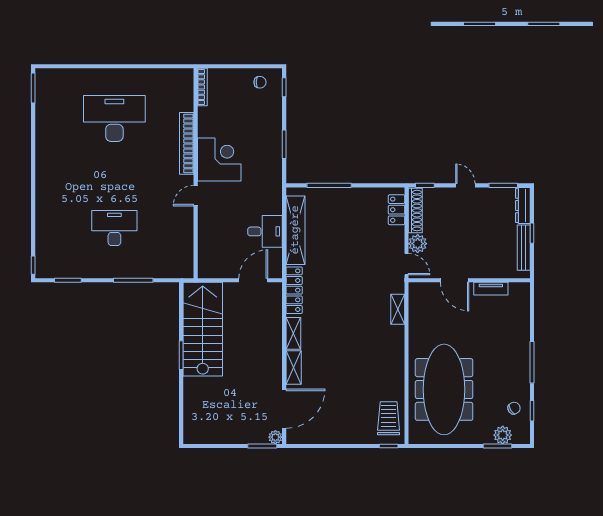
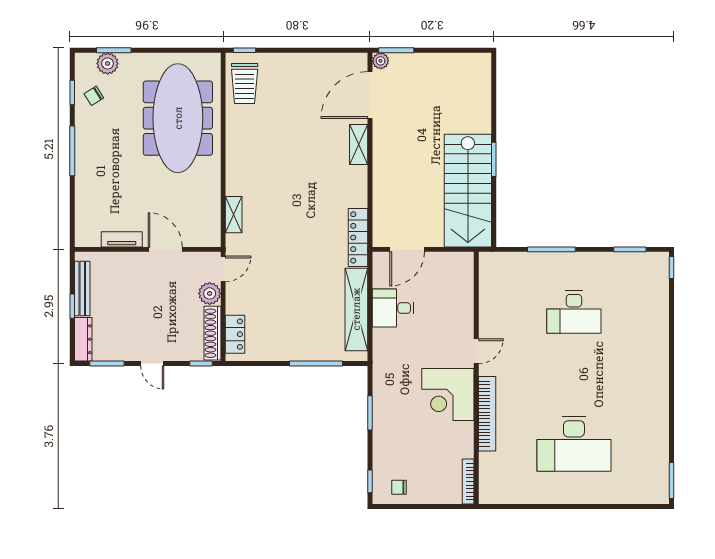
door: (406, 264) -> (223, 269), swing flipped
shelving: (293, 333) -> (359, 186), removed

